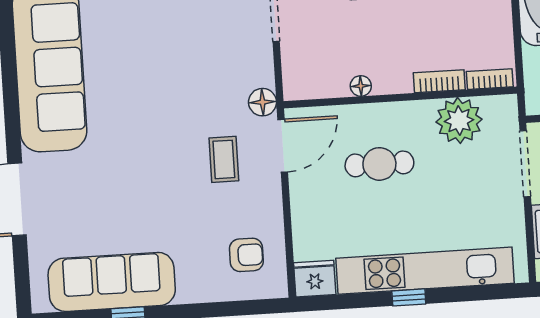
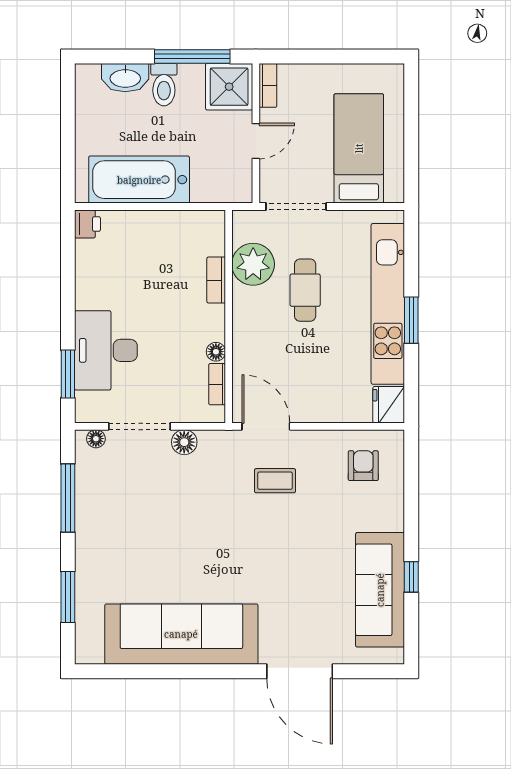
bookcase: (490, 79) -> (217, 384), moved
floor lamp: (263, 102) -> (184, 442), moved
cafe table: (379, 164) -> (305, 290), moved
window: (409, 297) -> (411, 320), width x1.50

